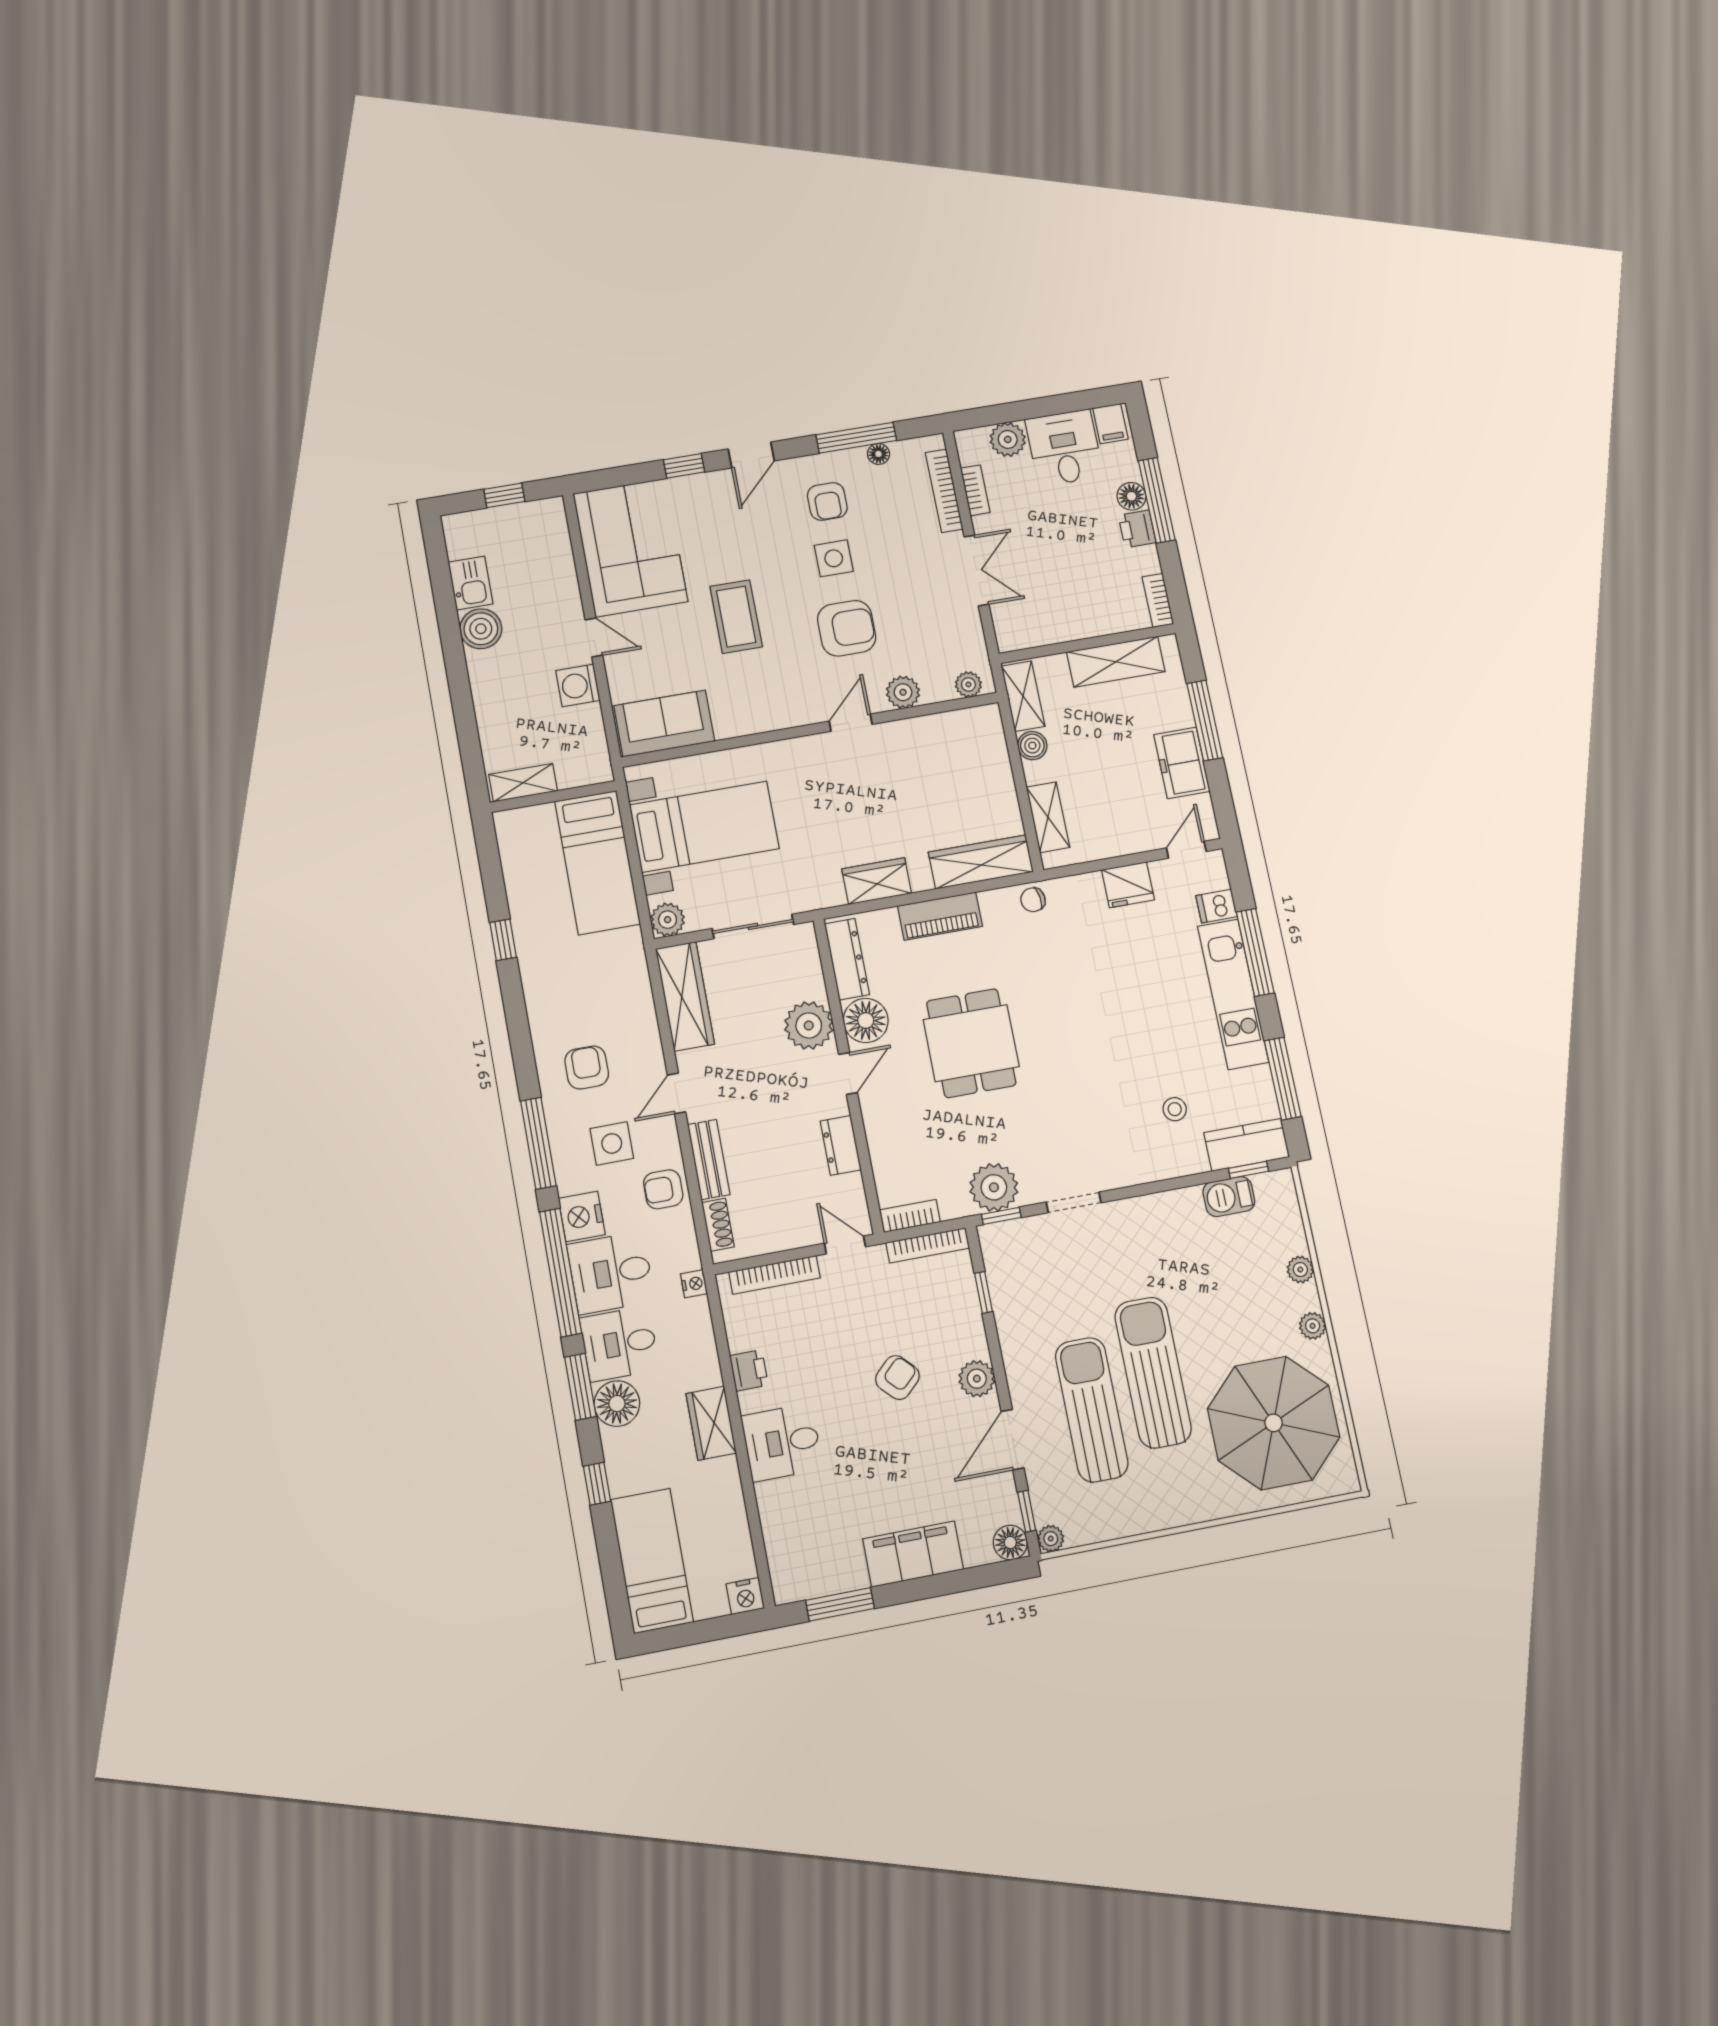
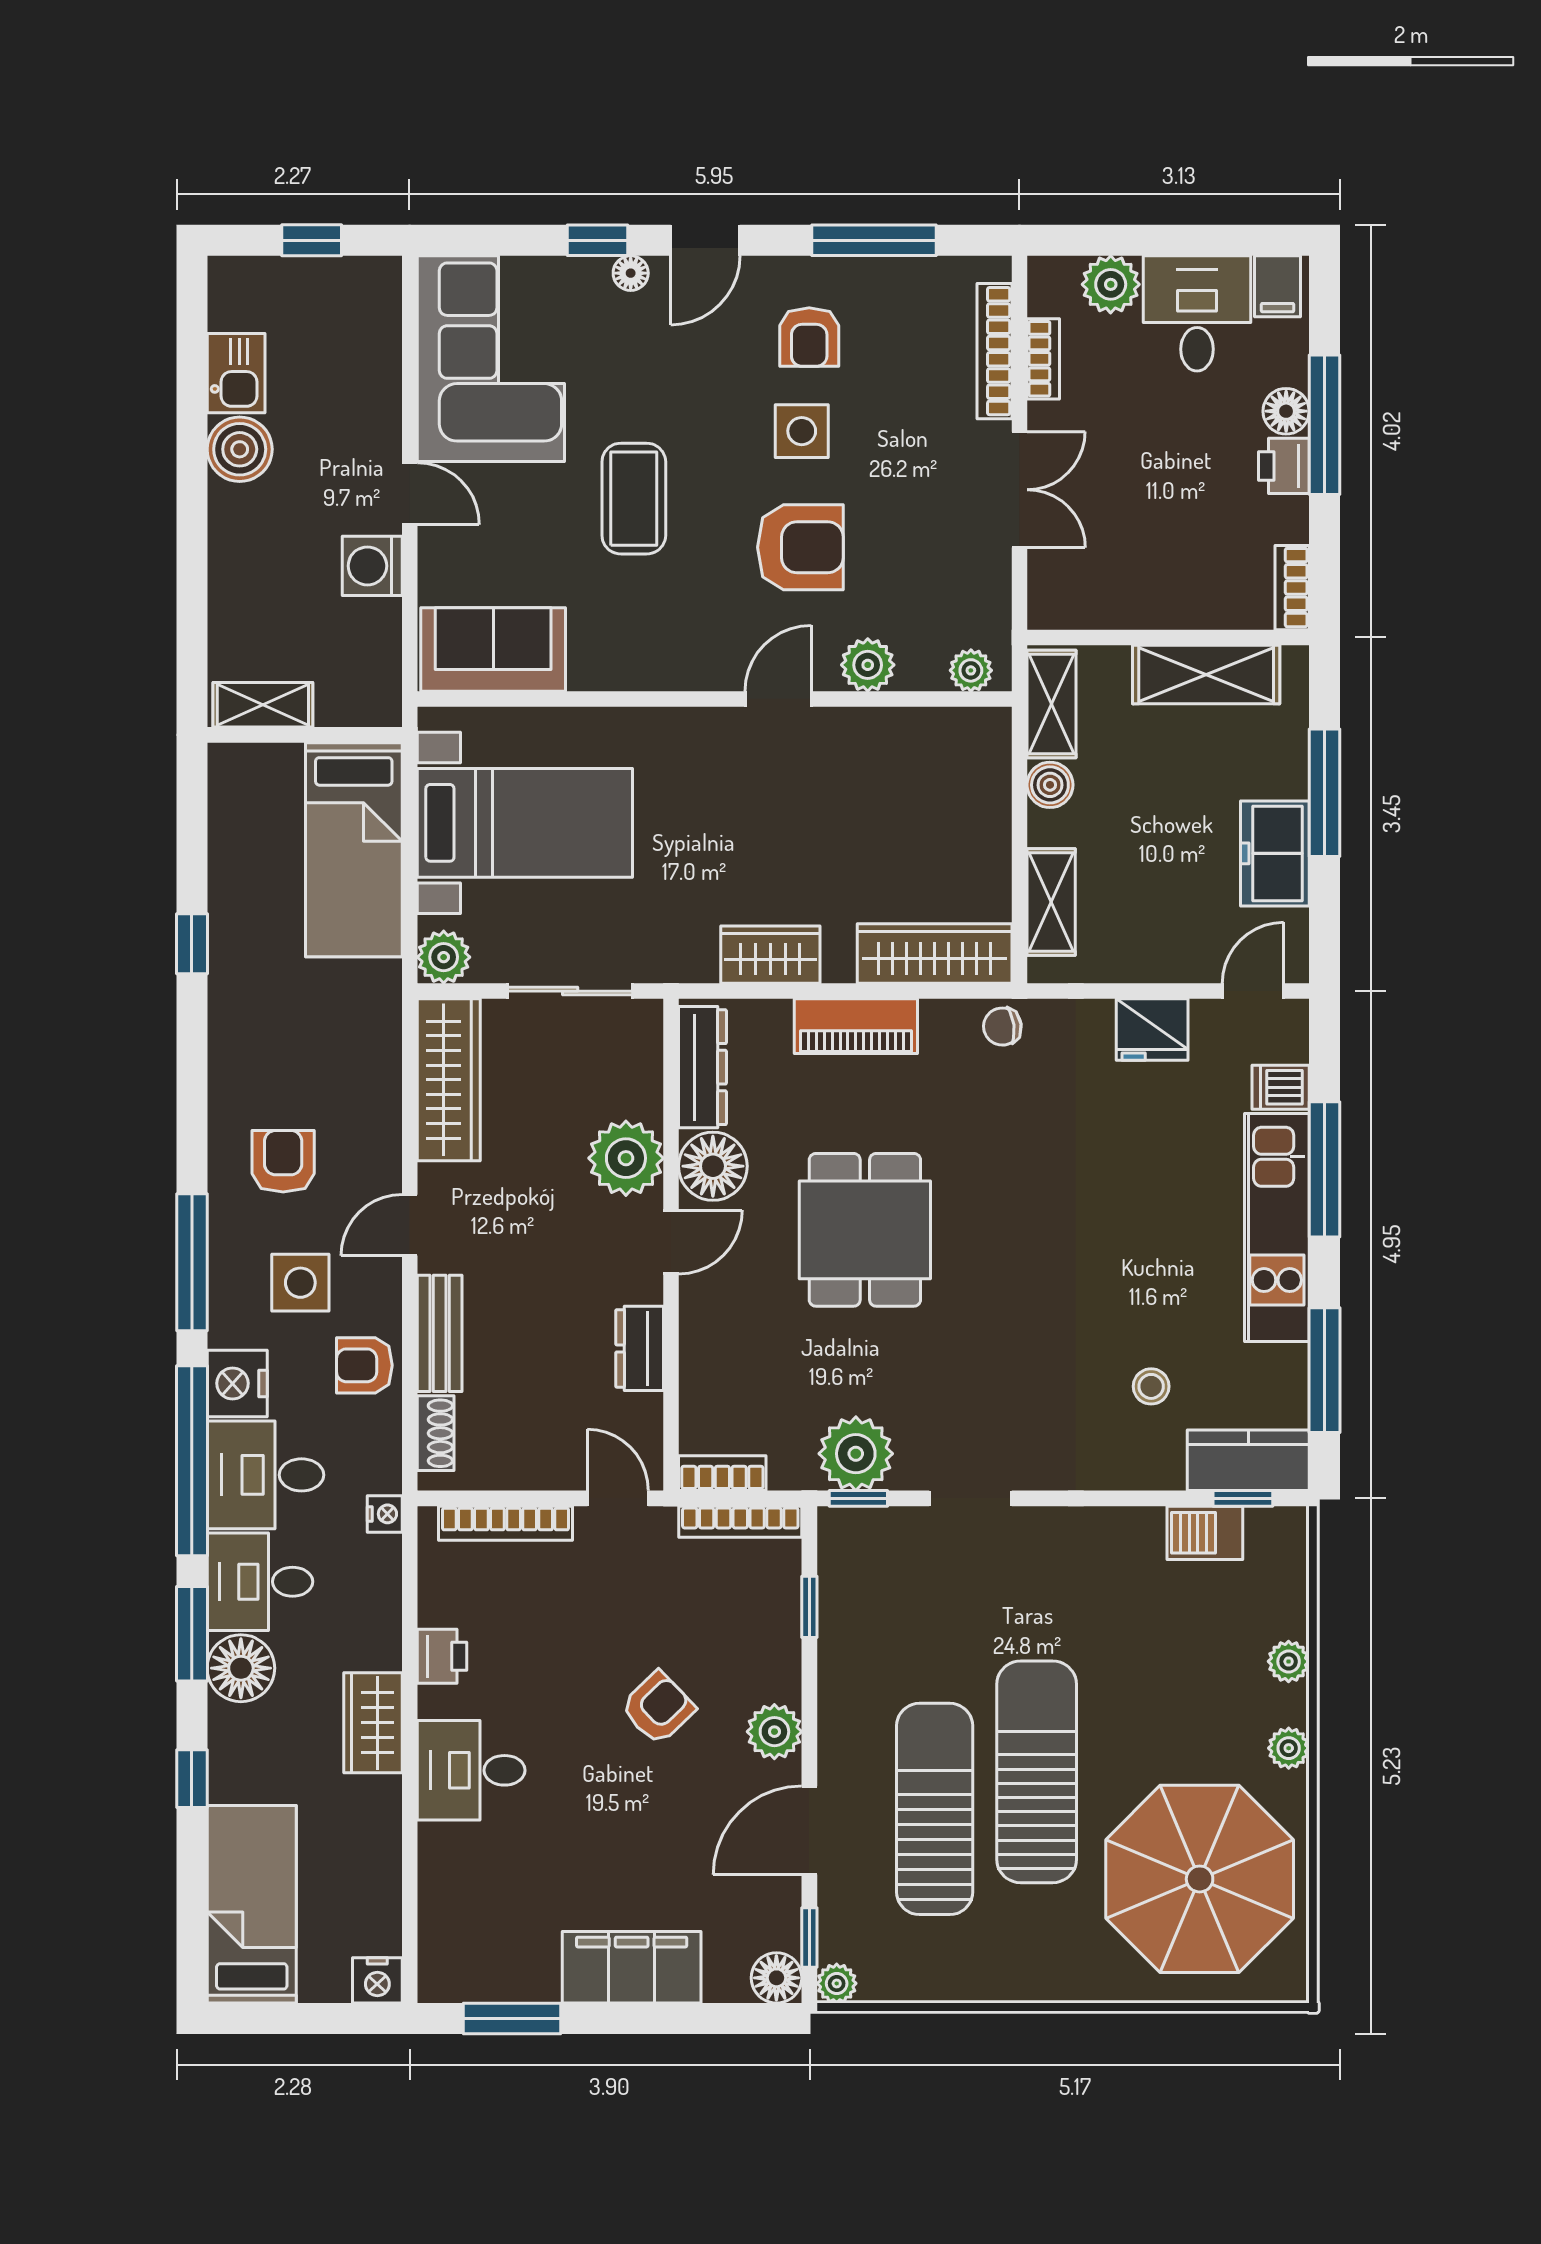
floor lamp: (879, 454) -> (631, 273), moved

